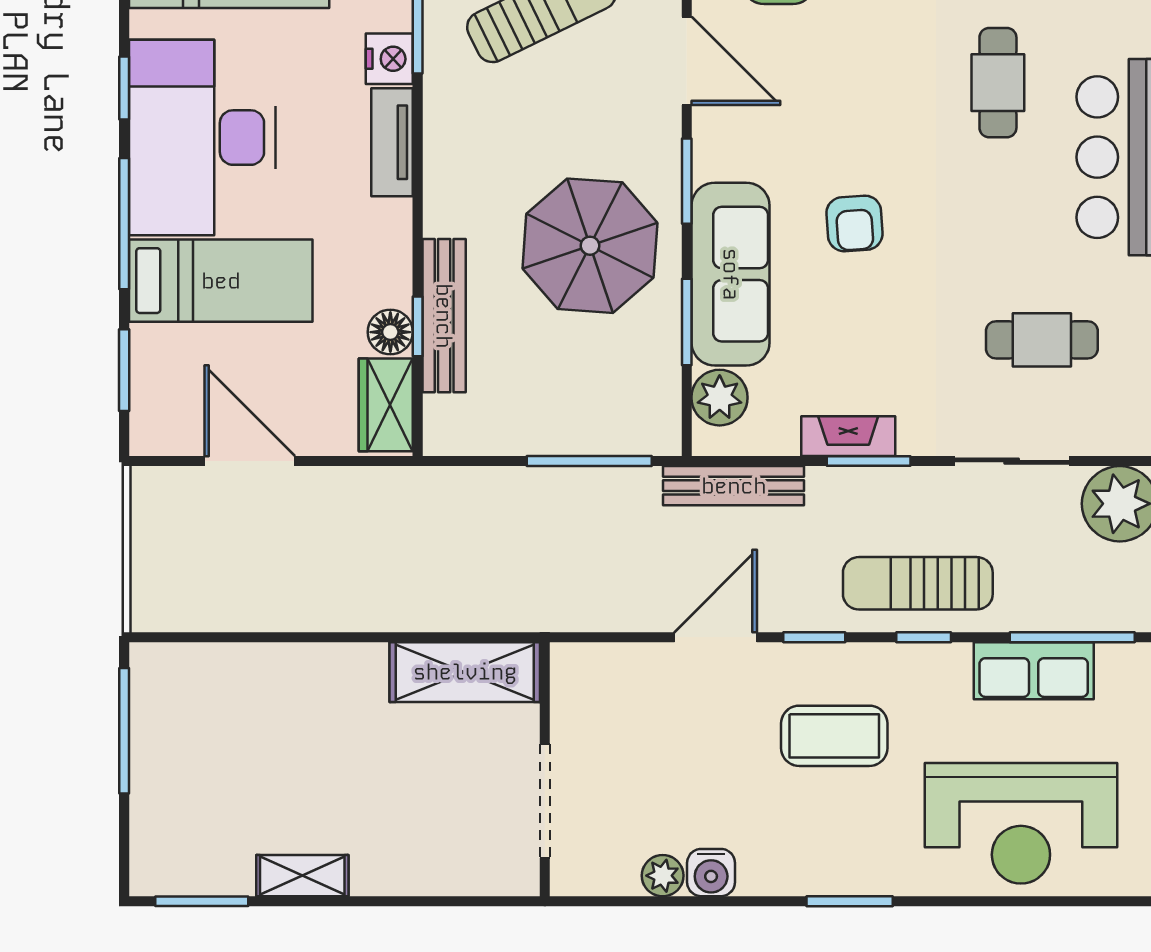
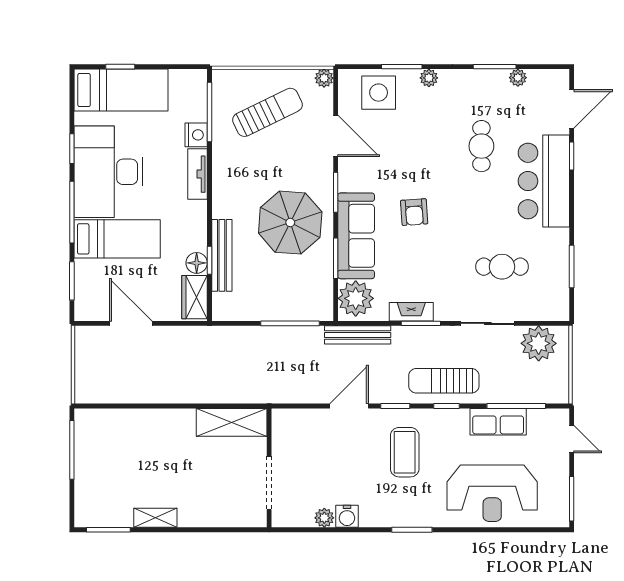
plant: (720, 398) -> (356, 298), width x1.36, depth x1.36
coffee table: (834, 736) -> (405, 452), turned 90

